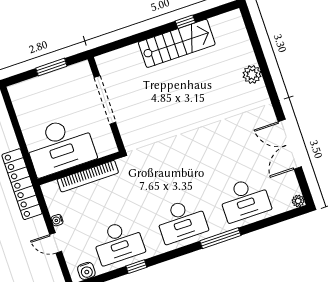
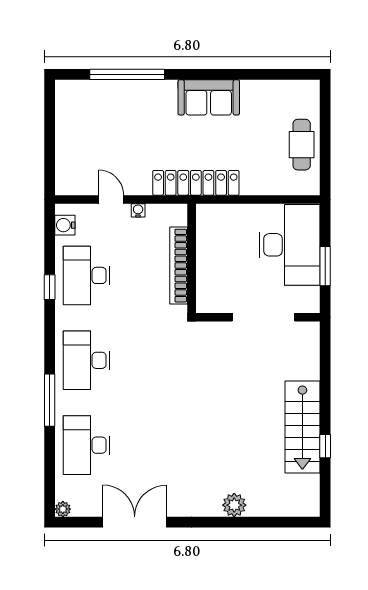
desk: (60, 146) -> (289, 245), moved, turned 180
door: (56, 243) -> (111, 200), hinge flipped

